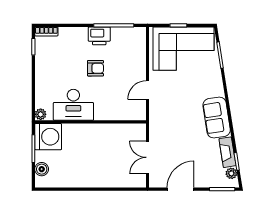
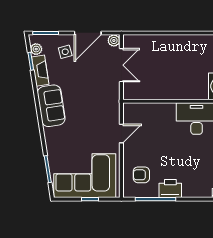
armchair: (95, 68) -> (141, 175), moved
side table: (203, 171) -> (65, 52), added
plant: (155, 182) -> (114, 40), added

